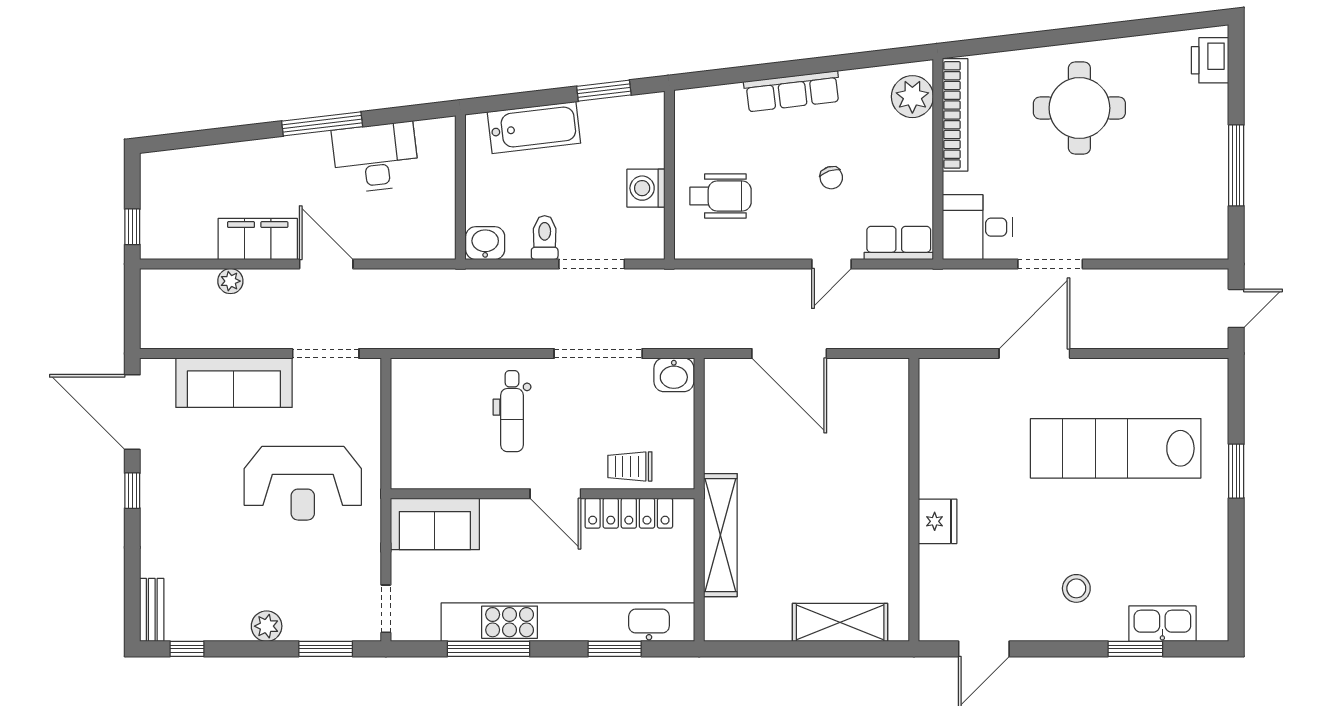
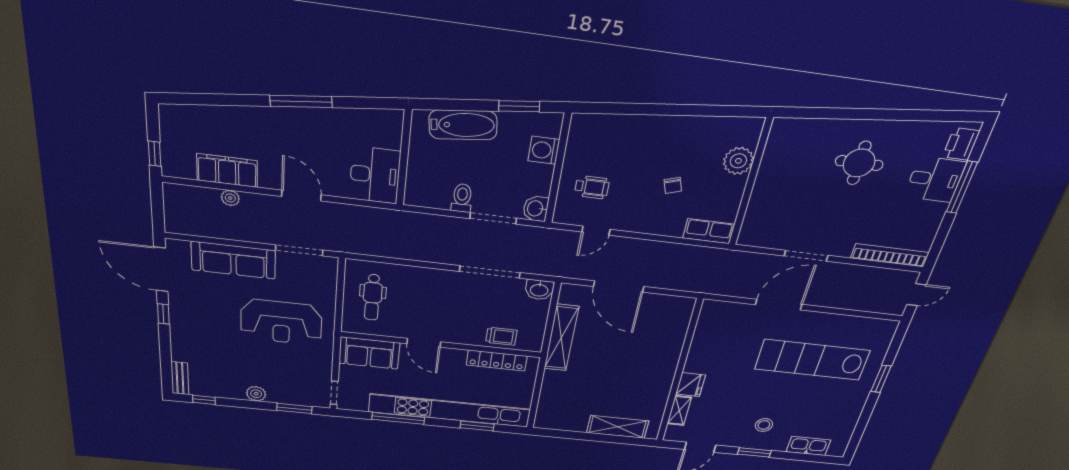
row of seats: (792, 91) -> (659, 125), removed
plant: (912, 97) -> (738, 161), moved
round table: (1079, 108) -> (859, 163), width x0.73, depth x0.73
bookcase: (955, 115) -> (890, 255), moved, turned -90
desk: (376, 158) -> (375, 175), moved, turned 97
window: (1236, 165) -> (962, 187), moved
washing machine: (646, 188) -> (544, 150), moved
wheelchair: (720, 196) -> (592, 187), width x0.73, depth x0.73
desk: (977, 227) -> (935, 179), moved, turned 180
filing cabinet: (258, 239) -> (227, 170), moved
washbasin: (485, 243) -> (536, 209), moved, turned -90
door: (832, 264) -> (596, 231), moved
dental chair: (512, 411) -> (372, 297), moved
trolley: (630, 466) -> (501, 336), turned 180
door: (555, 494) -> (424, 343), moved
shelving: (720, 535) -> (561, 338), moved
shelving: (932, 576) -> (679, 410), added
window: (1135, 649) -> (754, 452), moved

